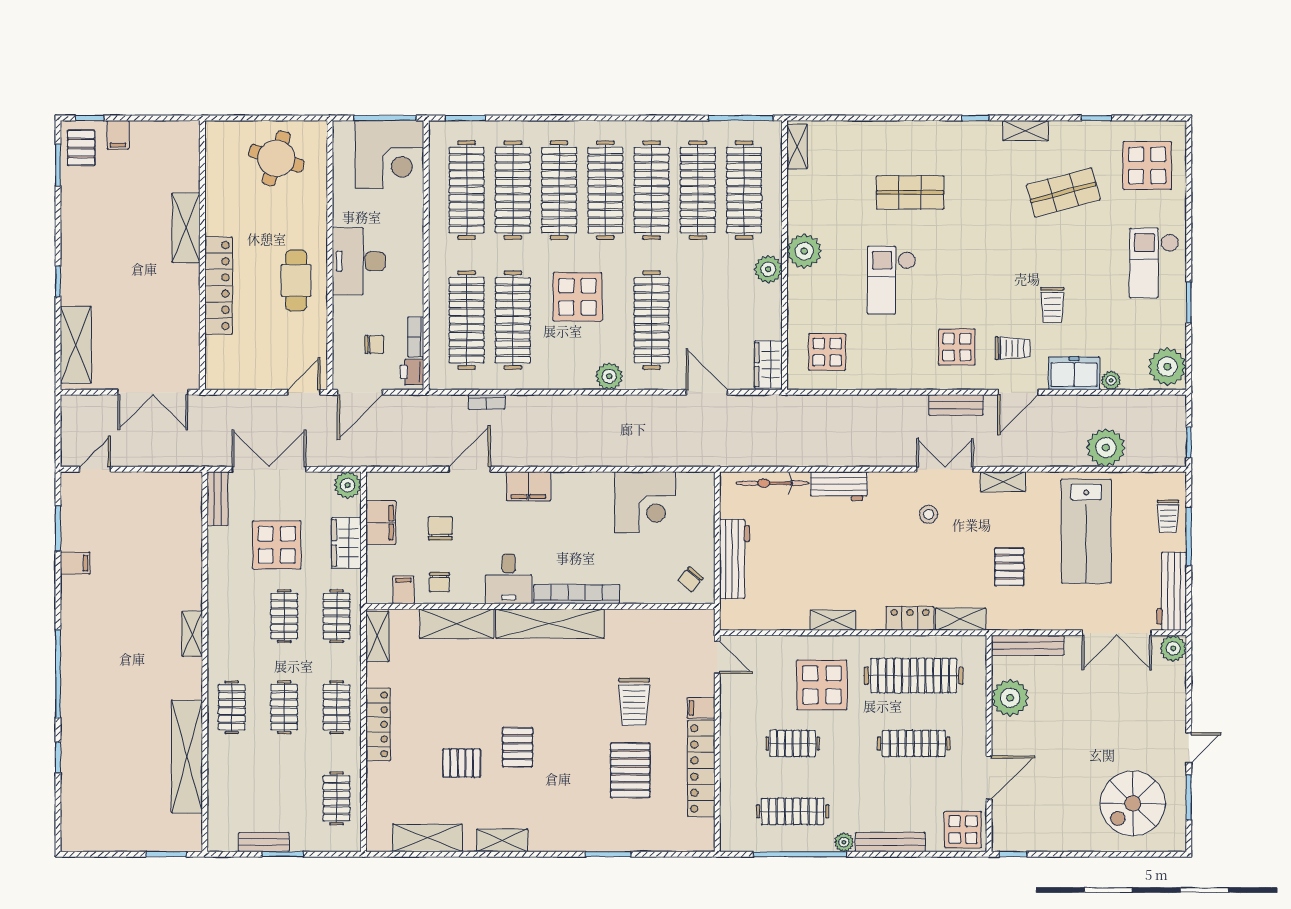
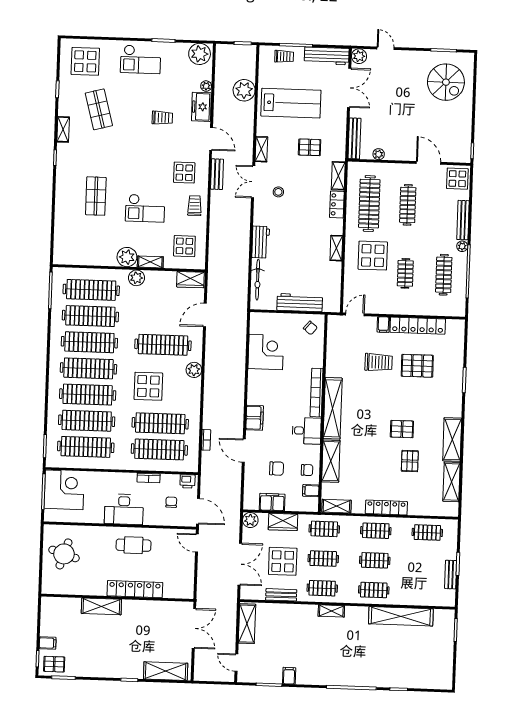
shelving: (797, 147) -> (150, 262), moved
bookcase: (416, 337) -> (149, 478), moved
trolley: (1013, 348) -> (195, 206), moved
double door: (269, 469) -> (240, 564), swing flipped
shelving: (165, 486) -> (247, 624), added
bench: (218, 499) -> (281, 595), moved
chair: (440, 528) -> (277, 468), turned 180
clothes rail: (232, 616) -> (322, 588), added
plant: (1010, 698) -> (379, 154), width x0.53, depth x0.53
door: (1189, 748) -> (386, 48), moved
shelving: (502, 840) -> (452, 439), width x1.50, depth x1.33

